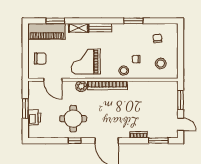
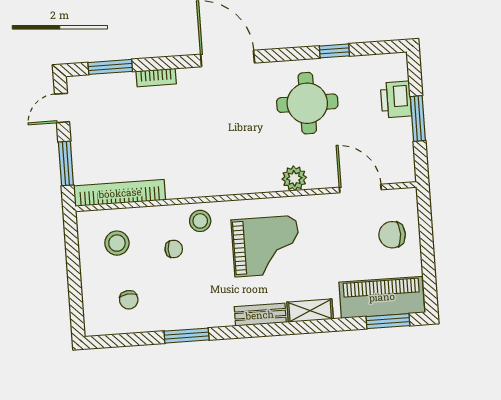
window: (55, 21) -> (388, 321), moved
grand piano: (86, 62) -> (266, 246), moved
bookcase: (107, 85) -> (120, 193), moved
door: (181, 124) -> (62, 108), hinge flipped
window: (75, 141) -> (334, 51), moved

